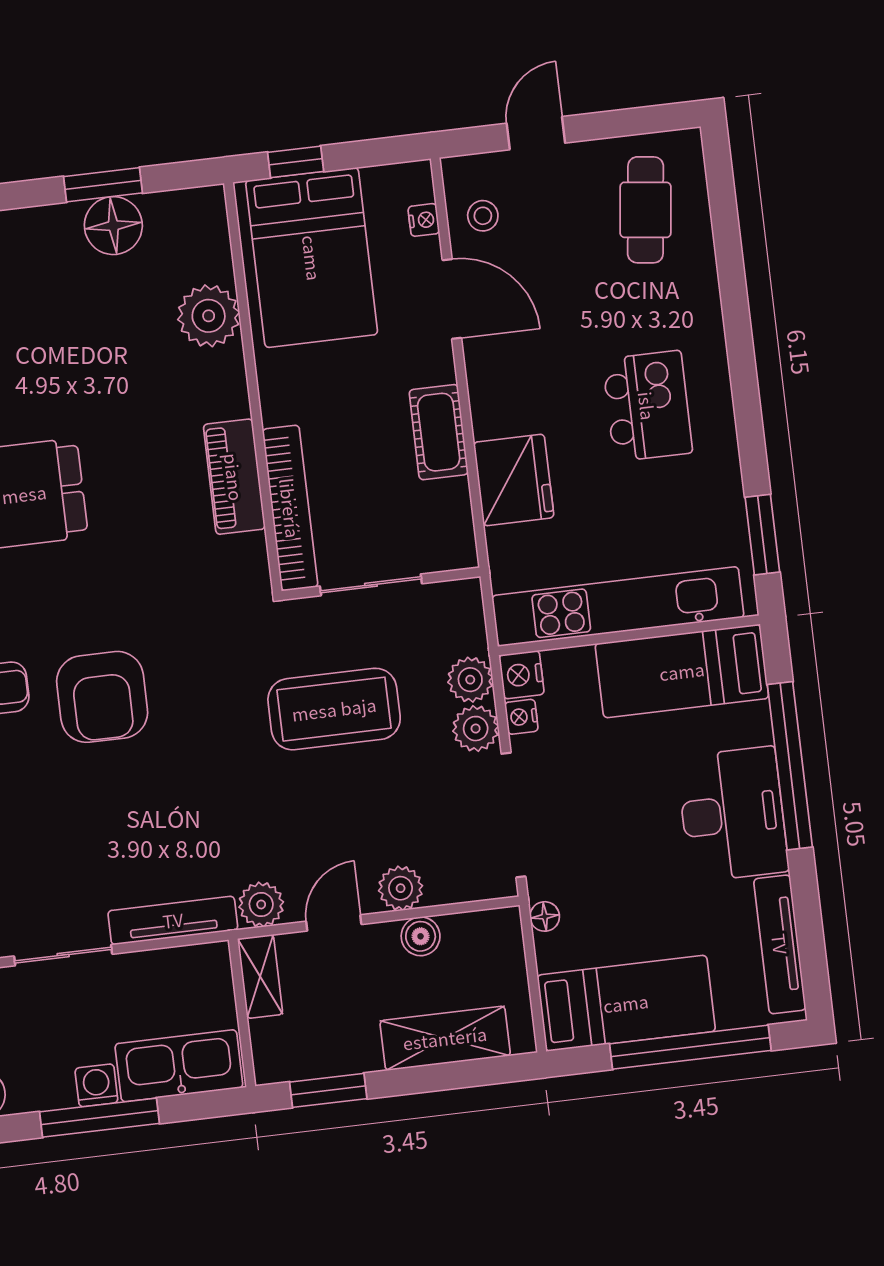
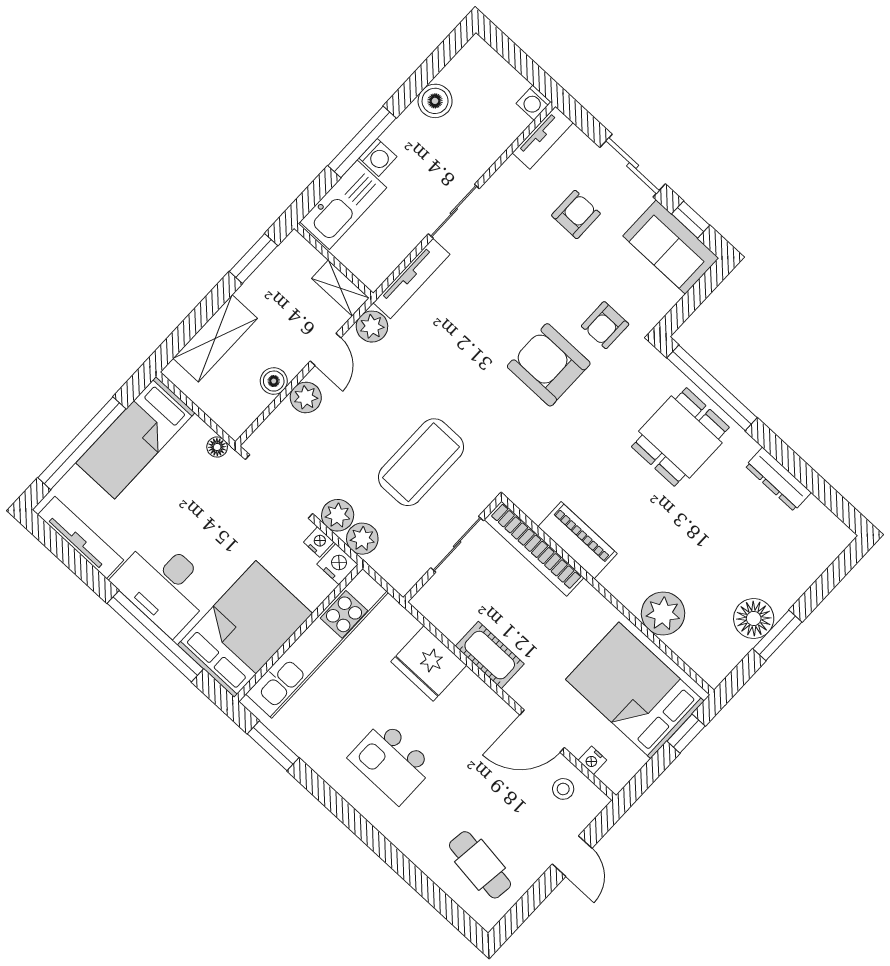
bed: (682, 671) -> (245, 629), width x1.50

